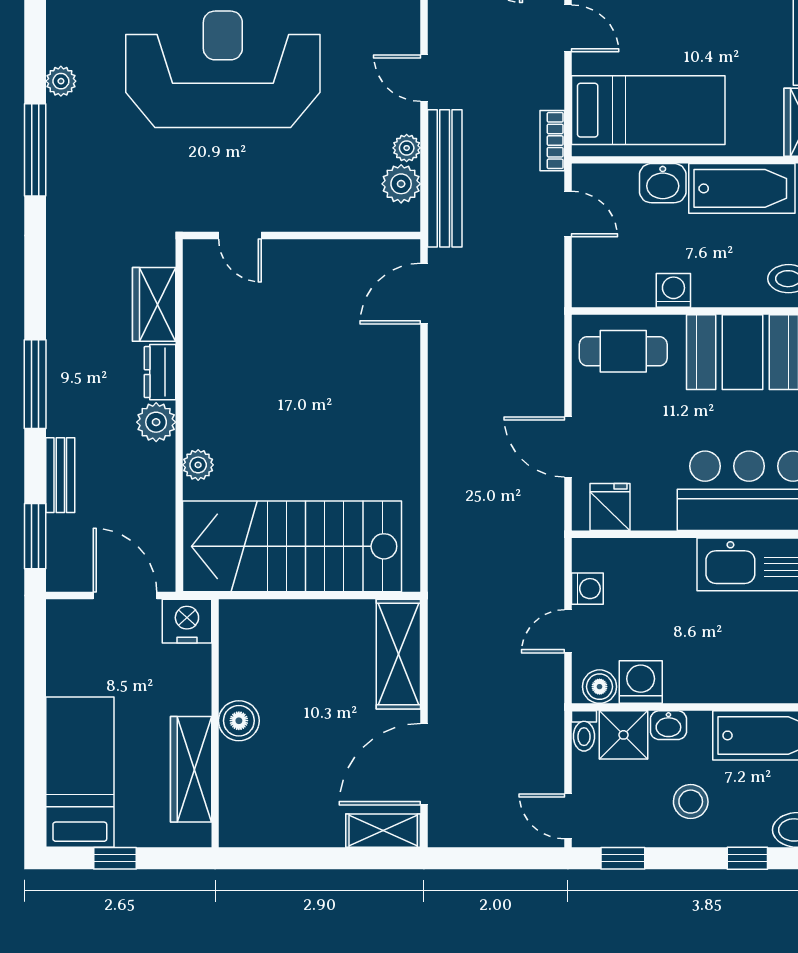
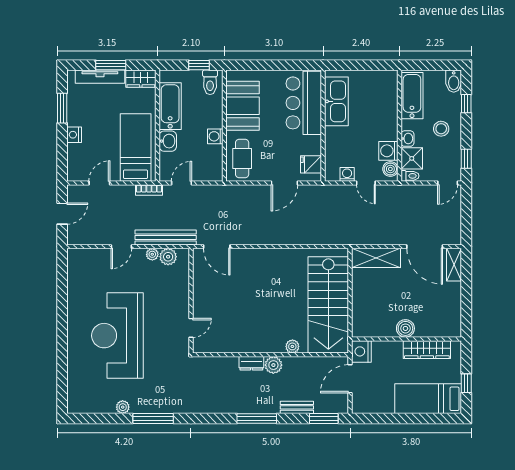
wardrobe: (154, 304) -> (221, 366), removed

